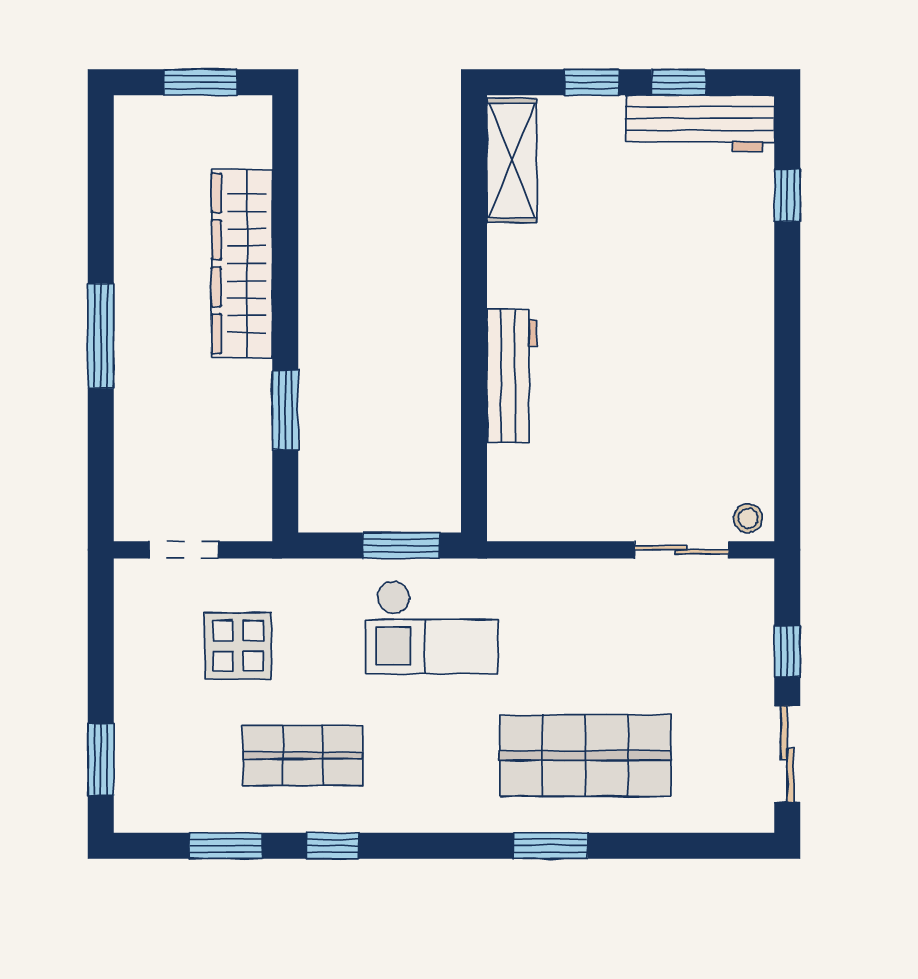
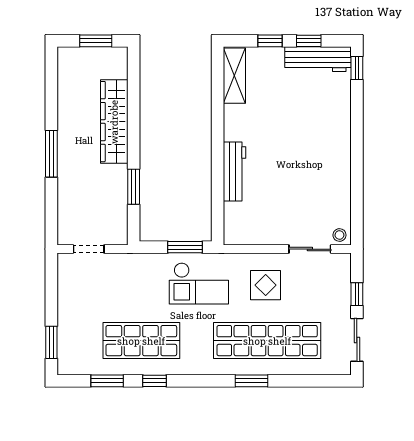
window: (787, 195) -> (357, 68), moved
display table: (238, 646) -> (266, 285), moved
shop shelf: (303, 756) -> (141, 341), width x1.43, depth x1.36
shop shelf: (585, 756) -> (267, 341), width x1.40

